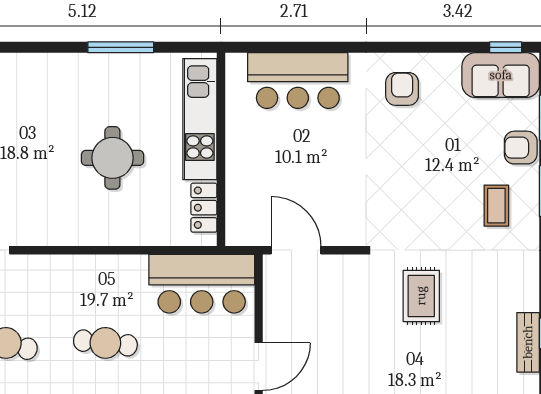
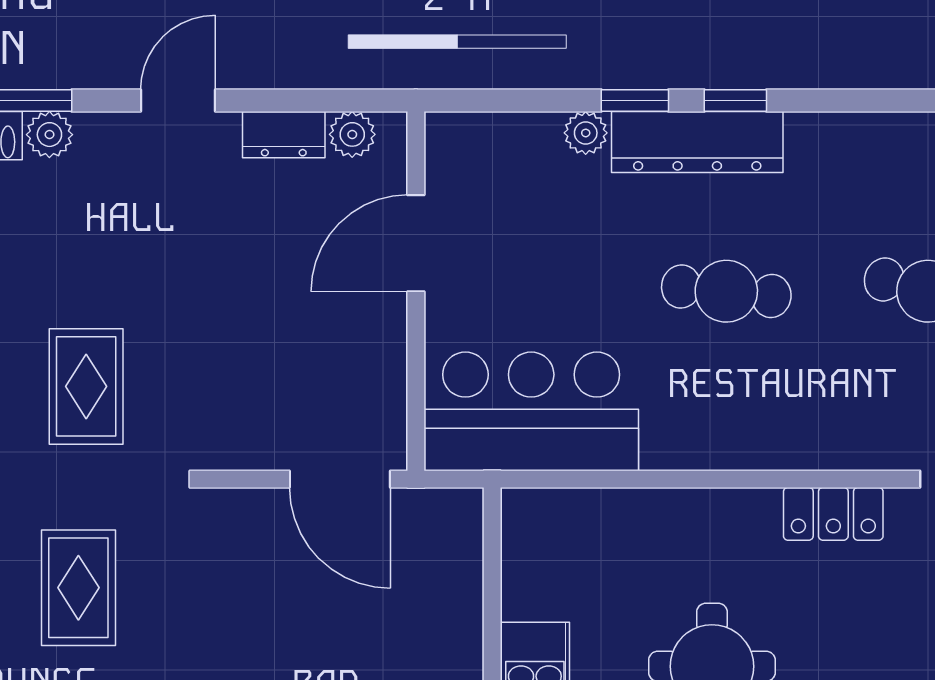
rug: (425, 197) -> (78, 588), added
locker: (204, 208) -> (833, 514), moved, turned 90

